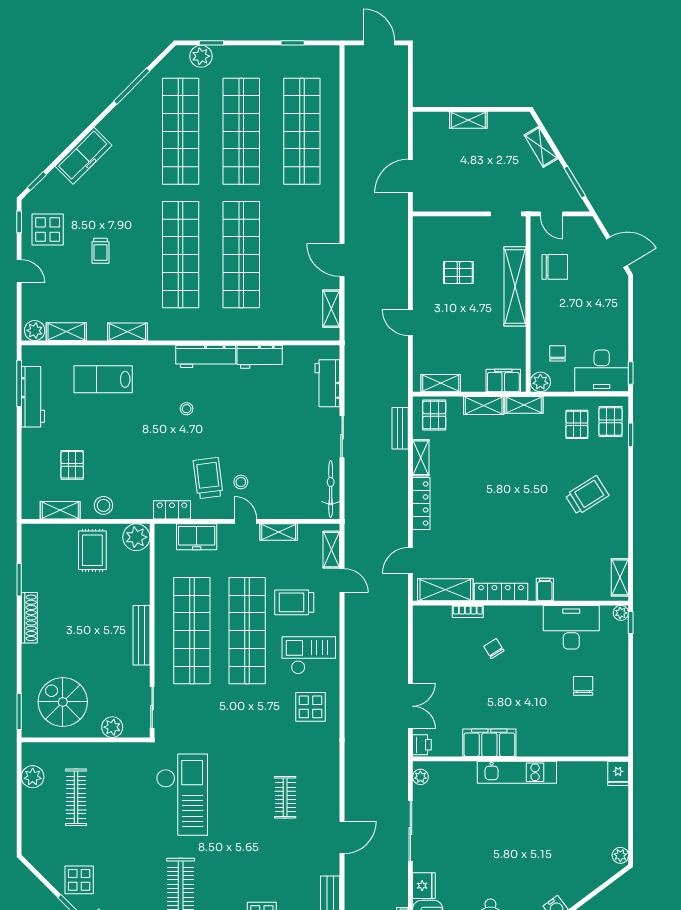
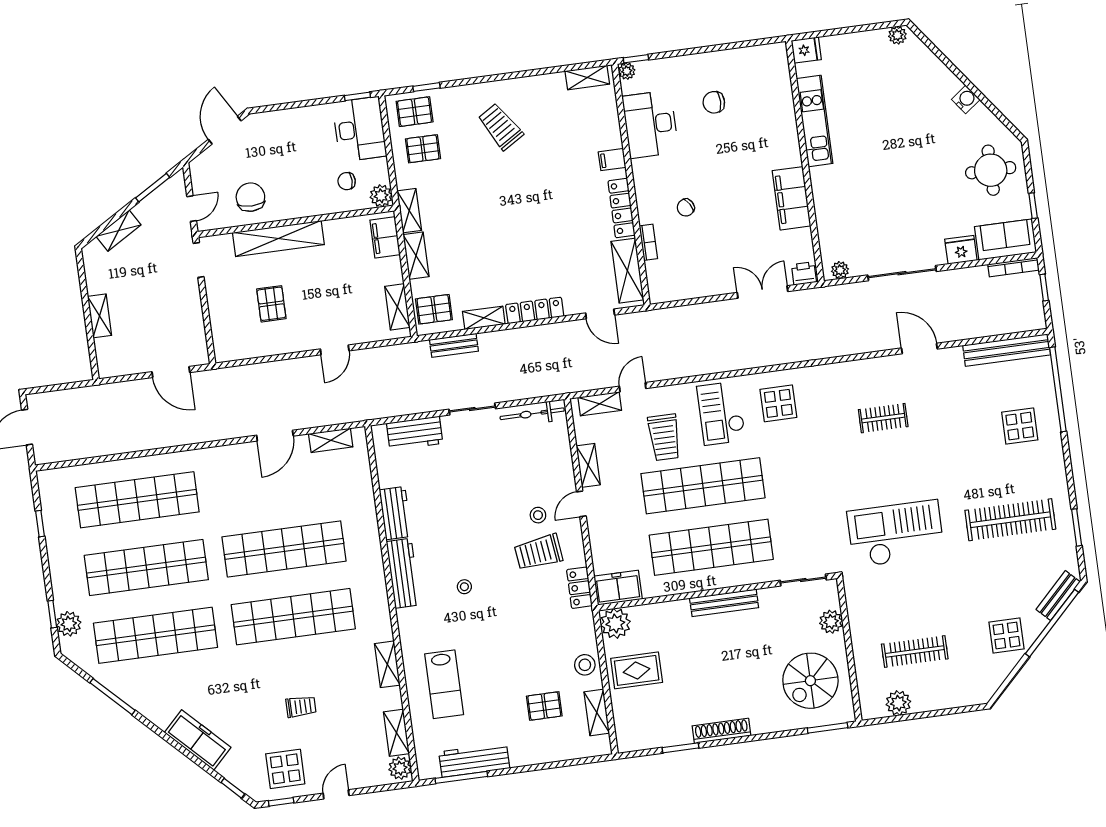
freezer: (197, 537) -> (618, 588), moved, turned -90
kitchen unit: (517, 772) -> (815, 121), moved

